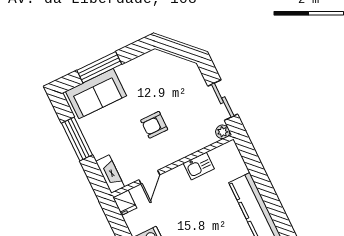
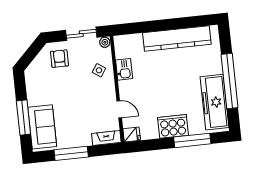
armchair: (154, 125) -> (59, 59), moved, turned 180
side table: (187, 137) -> (99, 70), added

